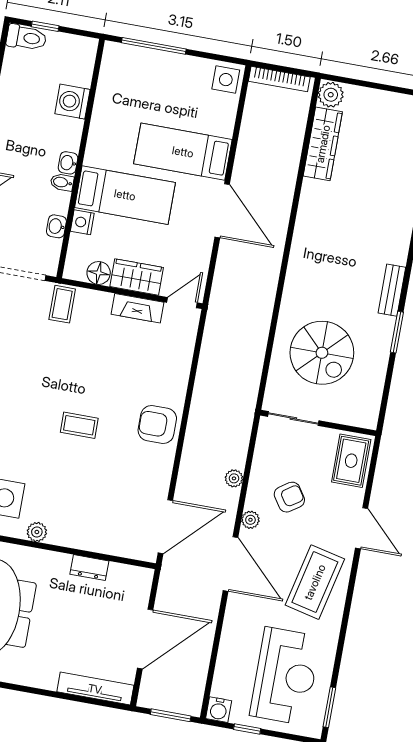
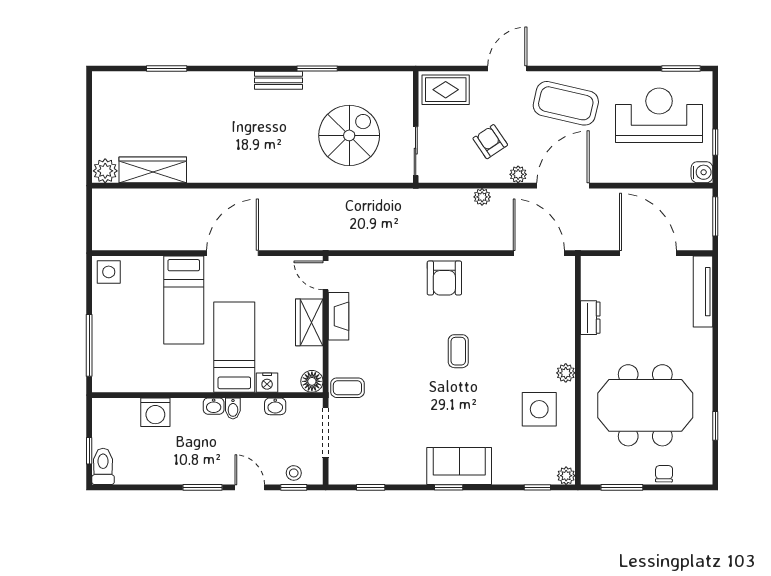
bookcase: (279, 79) -> (99, 222), removed
floor lamp: (99, 273) -> (312, 381), moved

